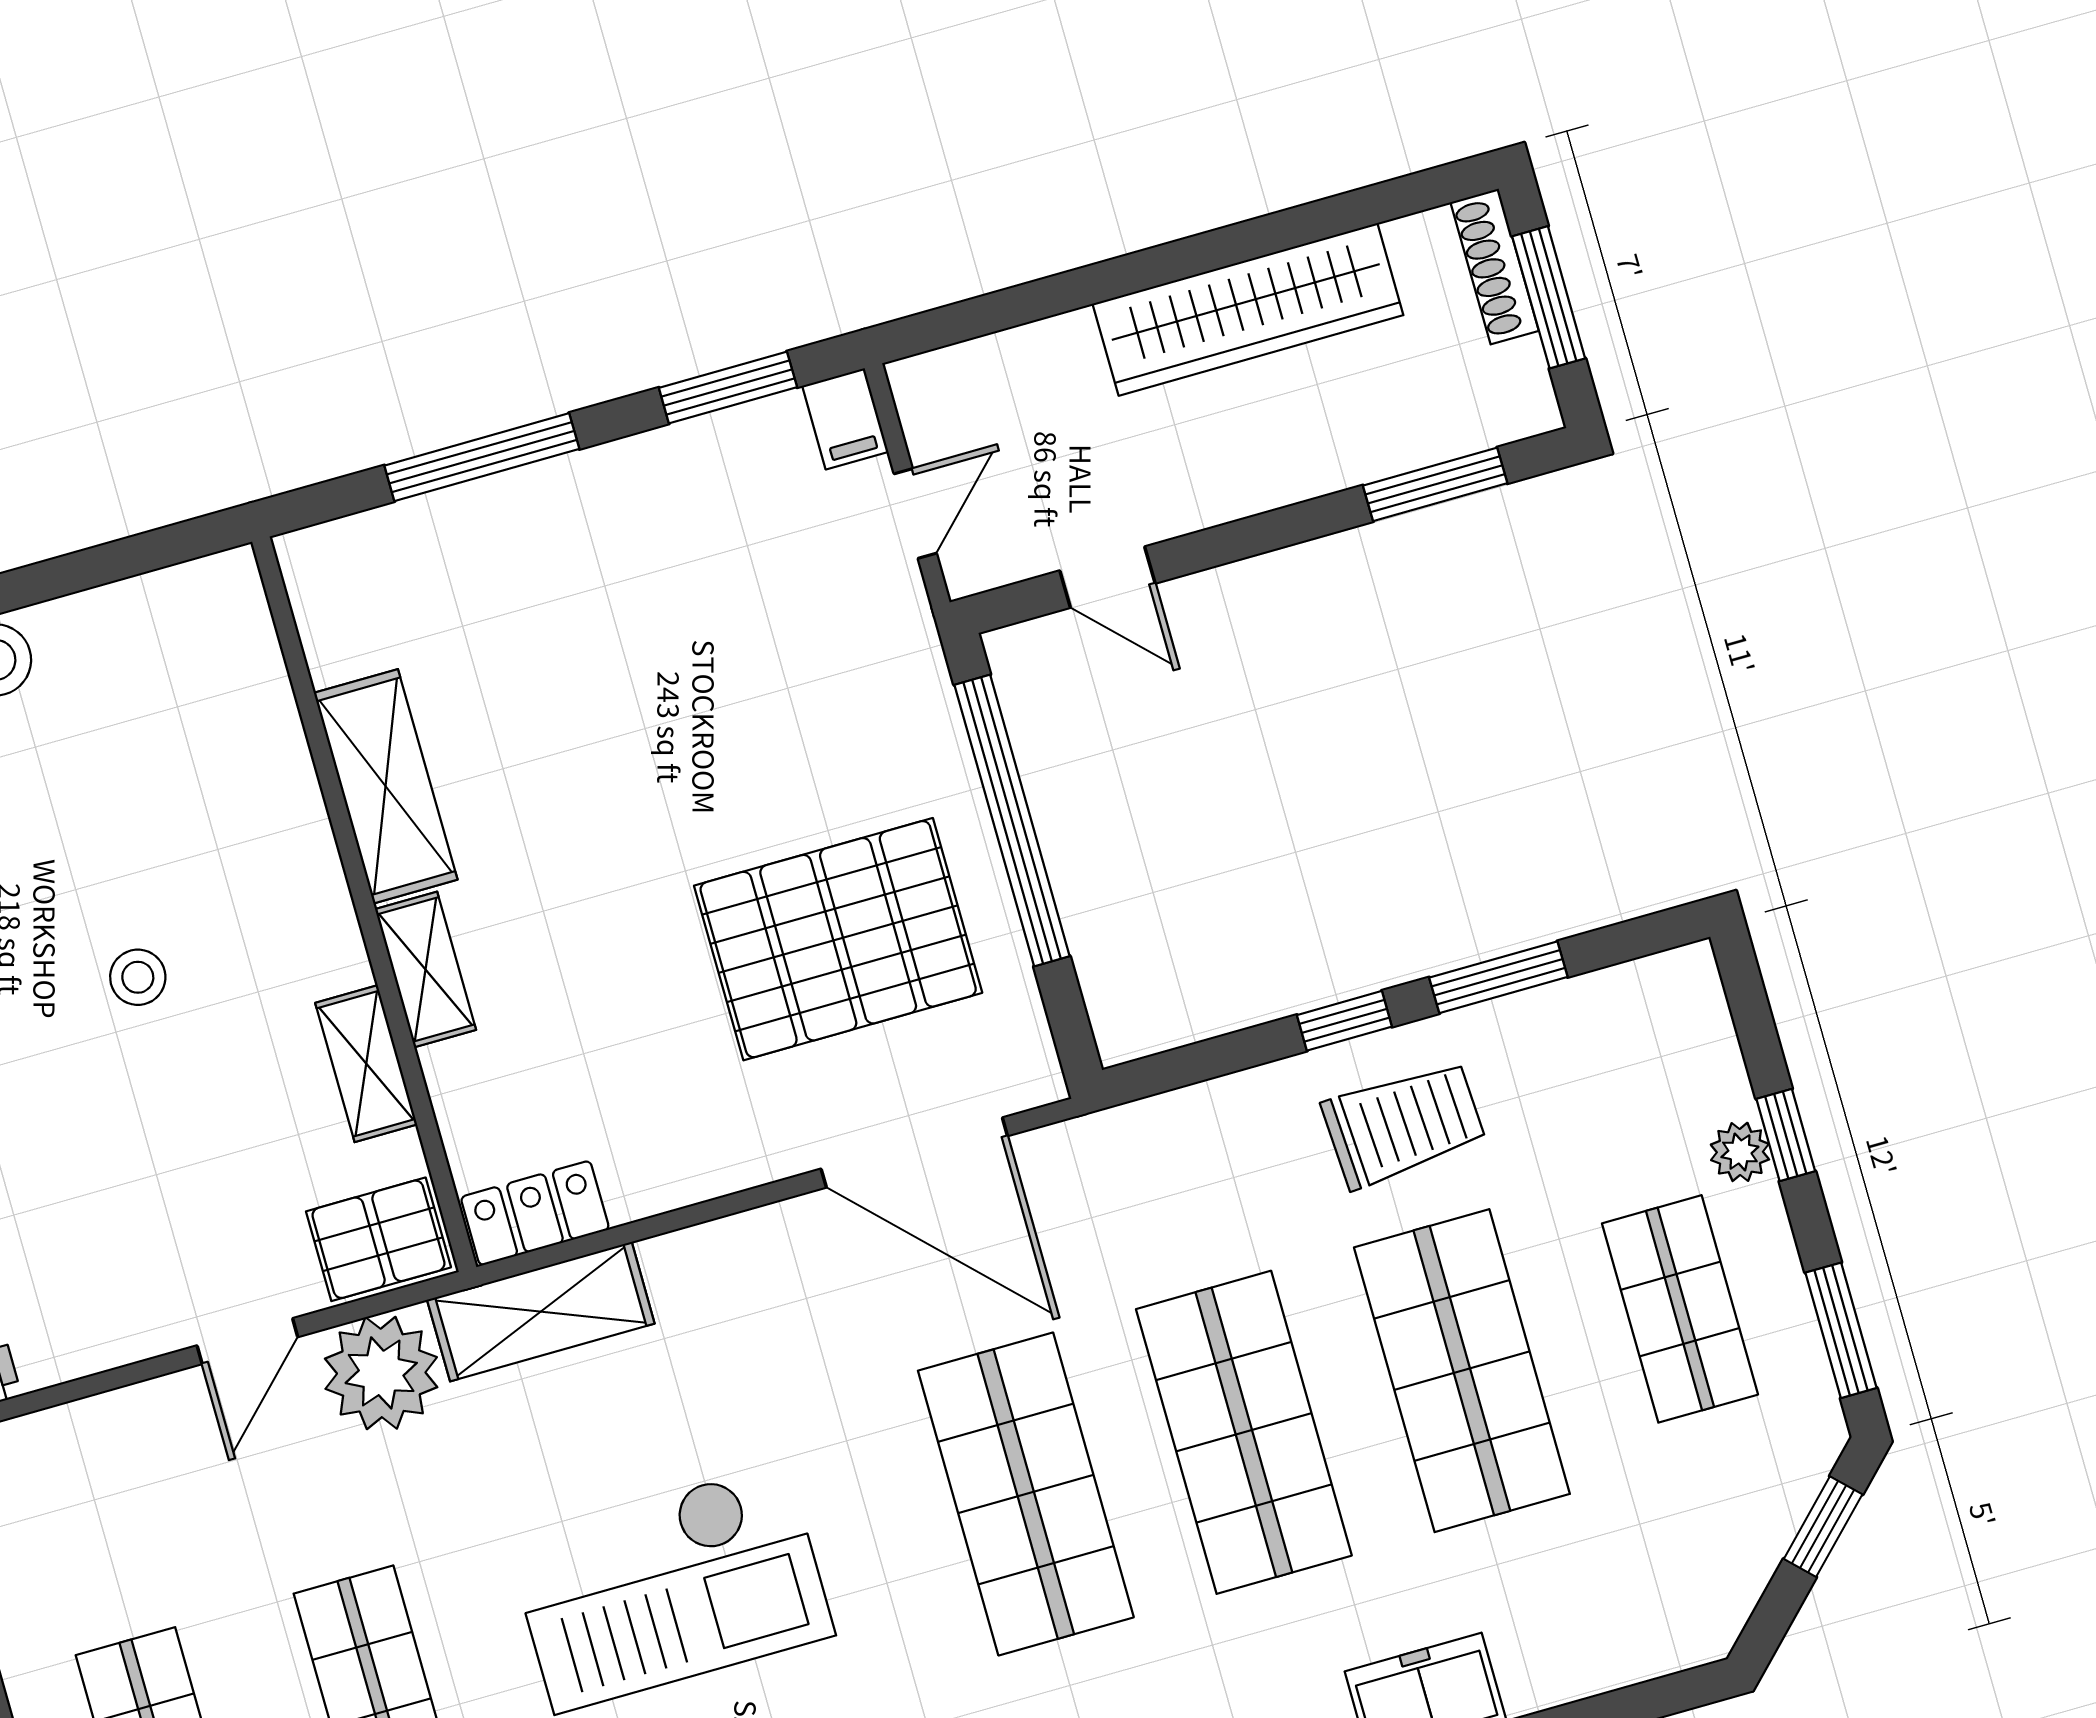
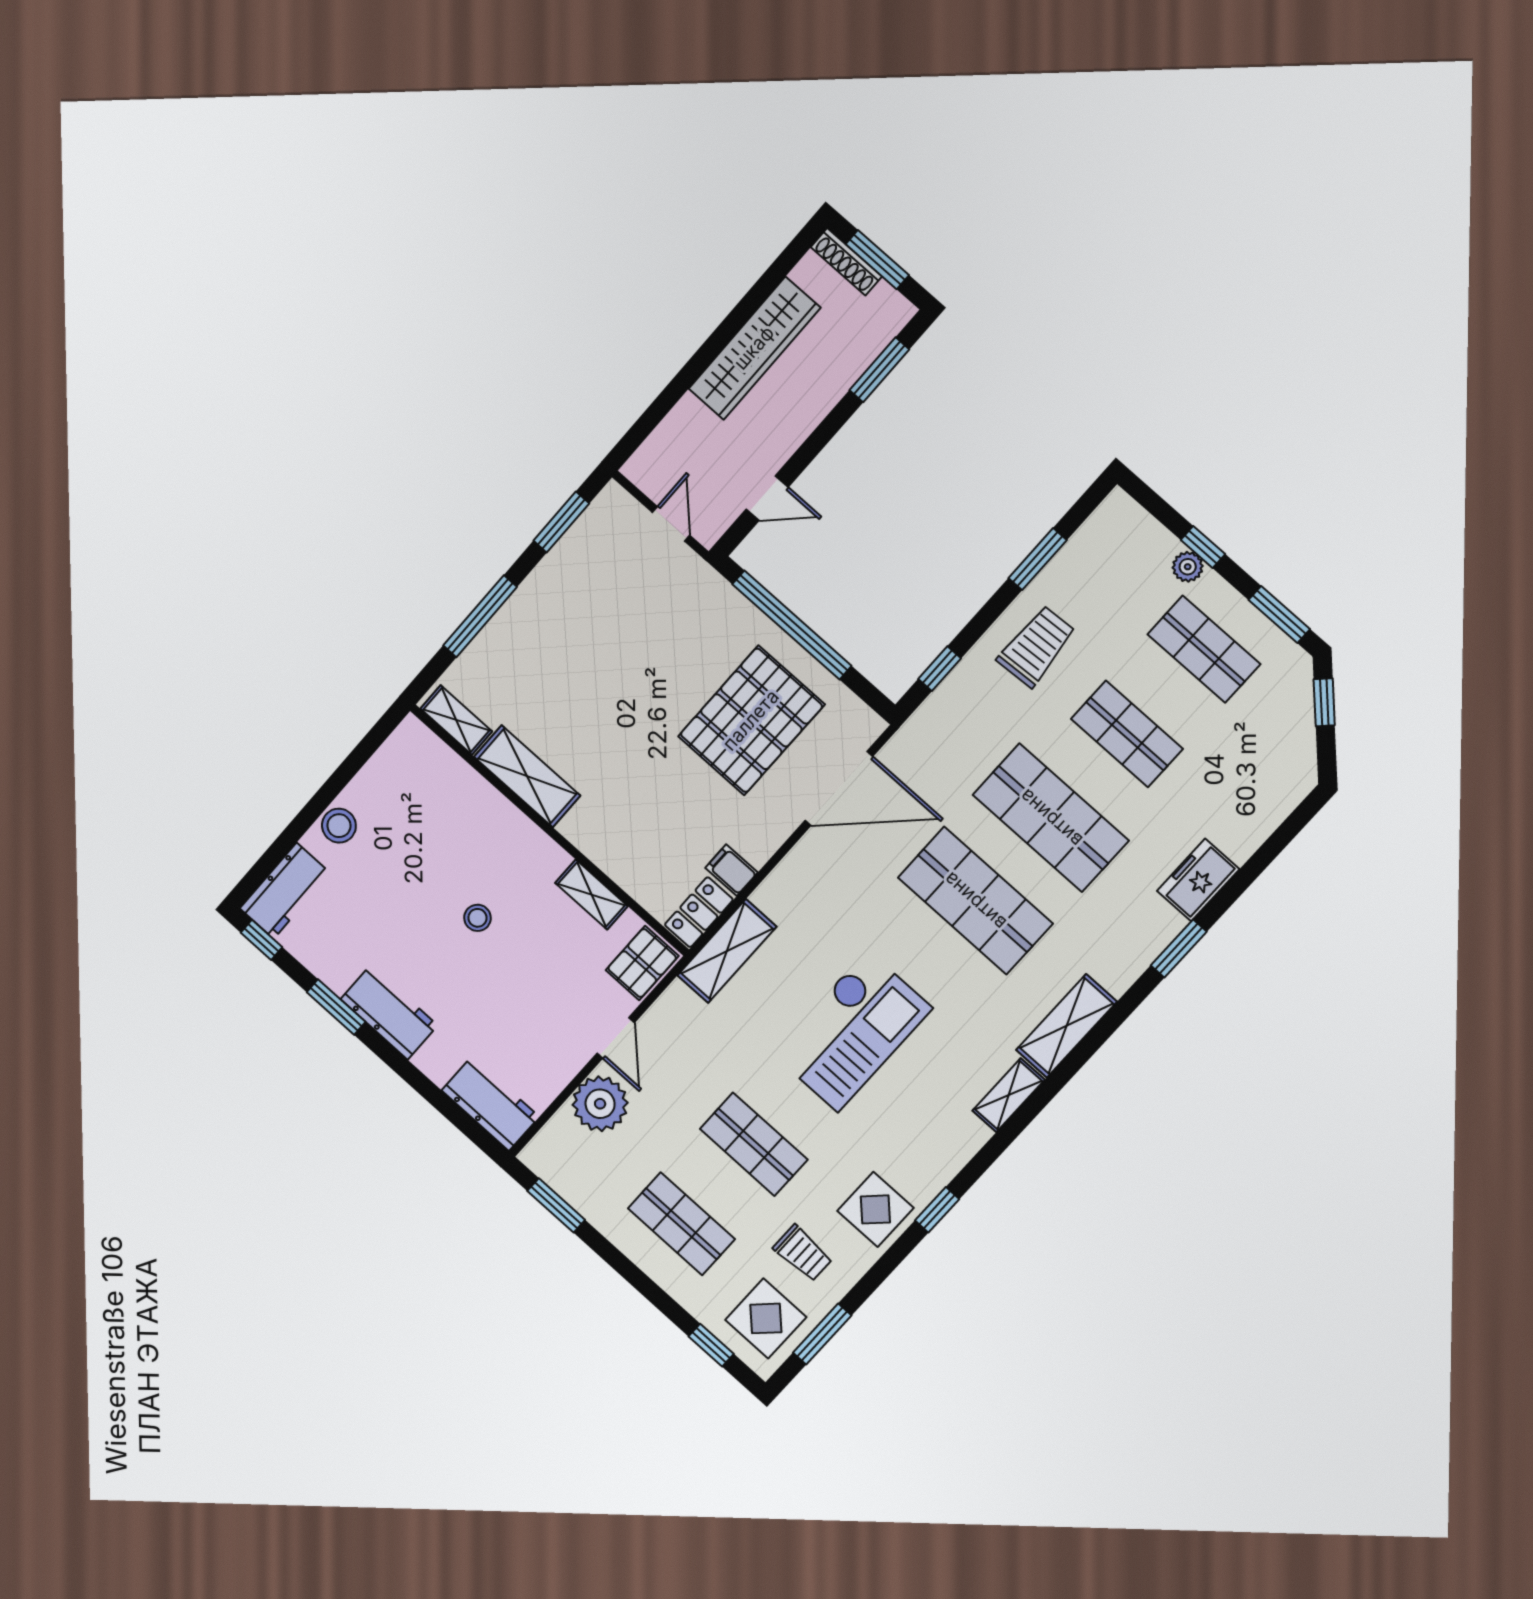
filing cabinet: (845, 419) -> (731, 870), moved, turned 180
shelving: (426, 970) -> (456, 720), moved
window: (1344, 1021) -> (940, 669), moved
shop shelf: (1462, 1371) -> (1127, 734), width x0.70, depth x0.74
plant: (381, 1373) -> (600, 1104), moved

